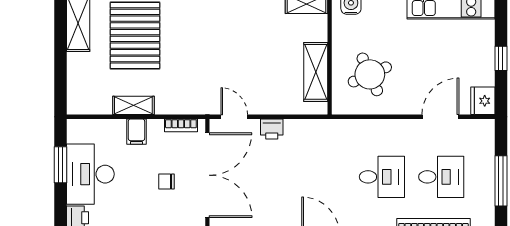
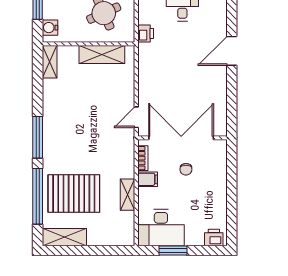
printer: (272, 129) -> (146, 34), moved
filing cabinet: (136, 132) -> (148, 179), moved
desk: (90, 174) -> (161, 228), moved

